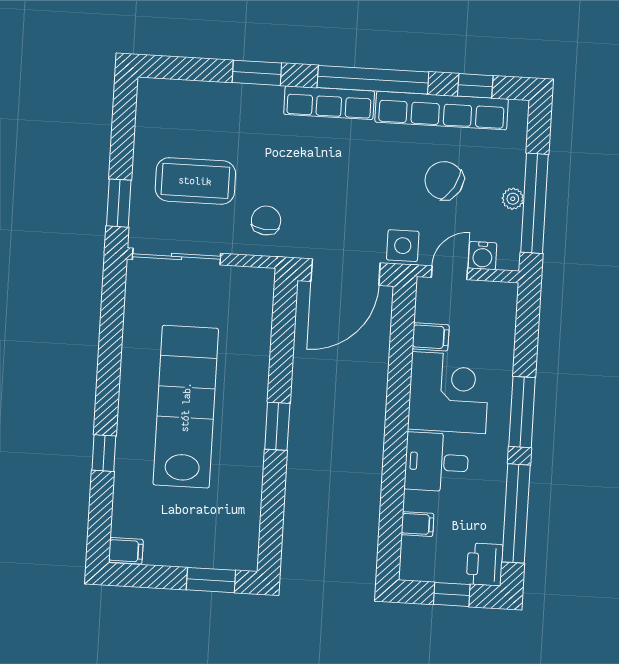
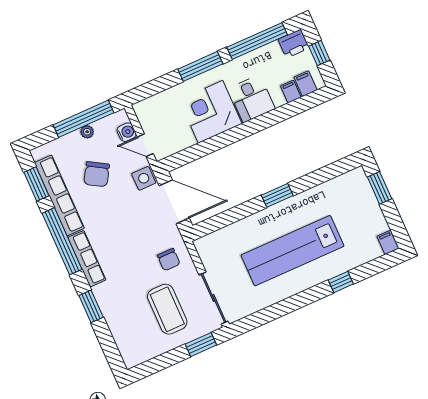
window: (475, 86) -> (36, 184), width x1.50
chair: (266, 221) -> (169, 260), turned -95
filing cabinet: (431, 337) -> (305, 84), moved

